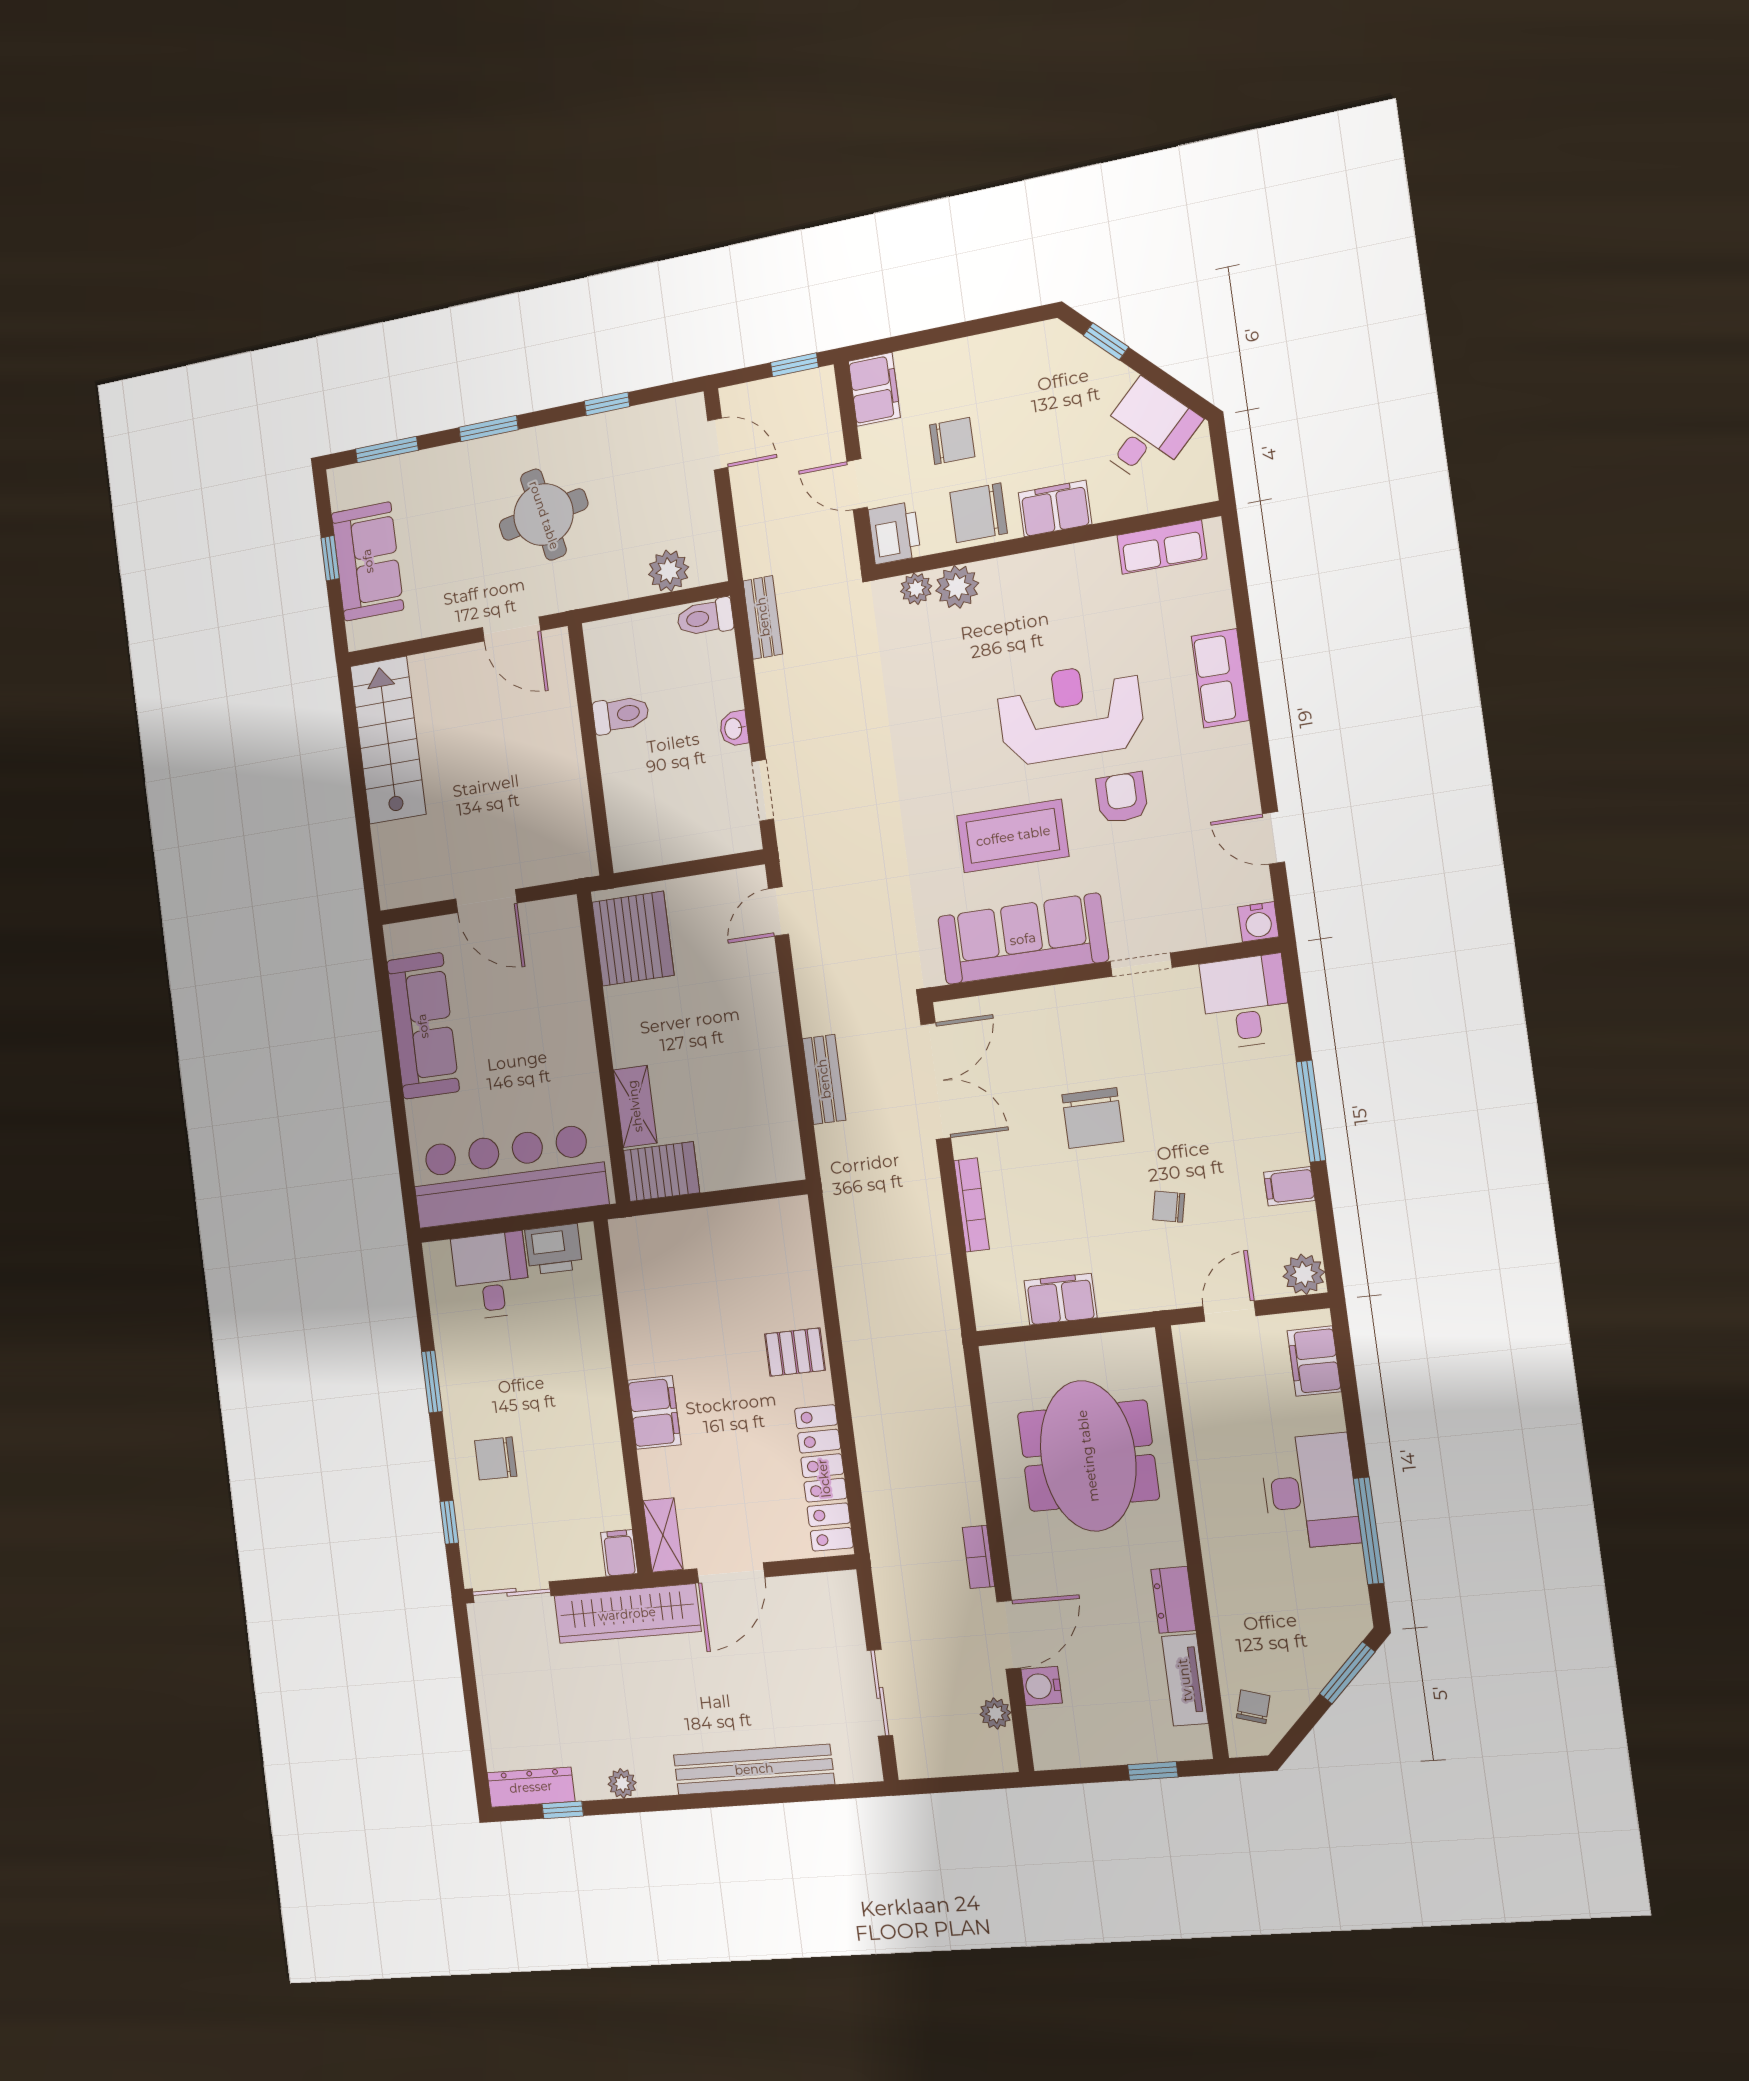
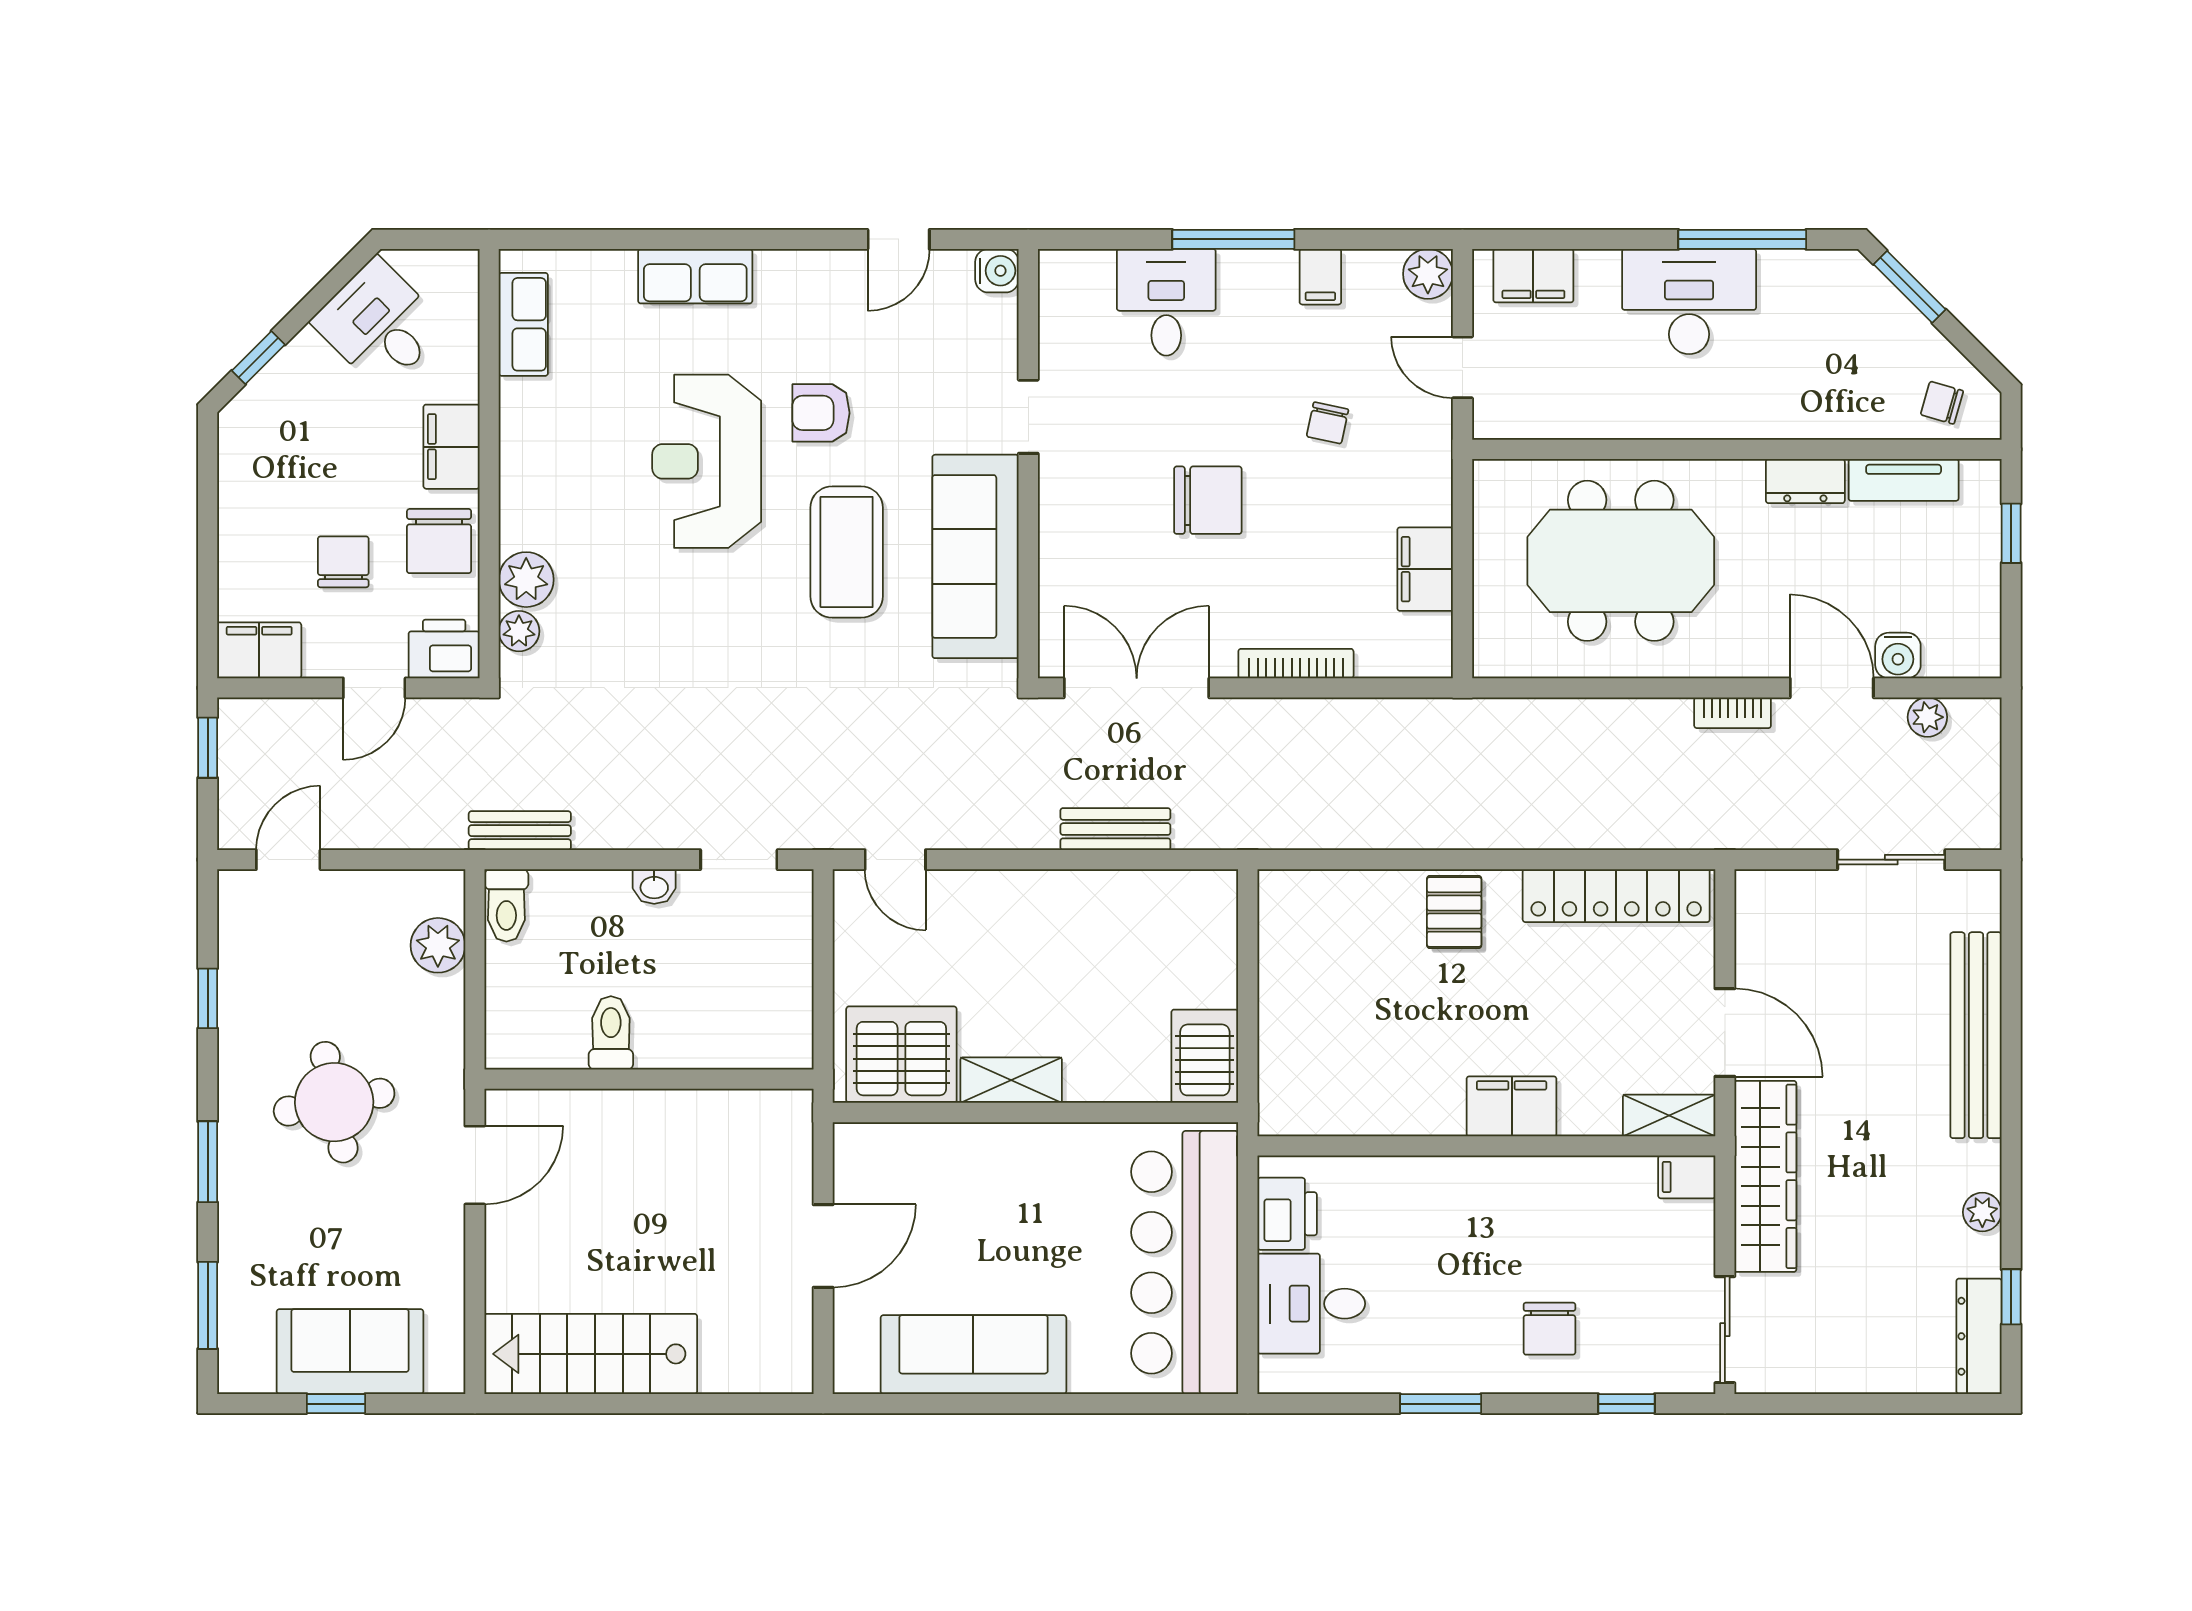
desk: (1246, 1002) -> (1166, 302), moved, turned 90
shelving: (635, 1106) -> (1011, 1080), moved

